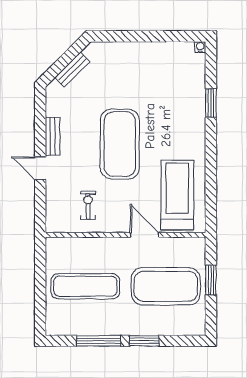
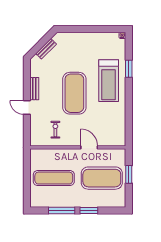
treadmill: (177, 195) -> (109, 81), moved, turned 180

